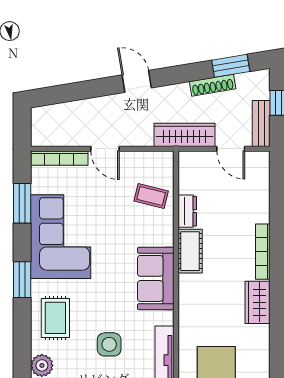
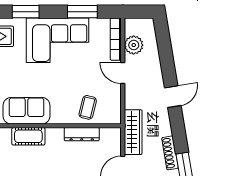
plant: (67, 134) -> (134, 45), added
door: (105, 149) -> (123, 73), hinge flipped
dresser: (187, 211) -> (82, 134), width x1.44
cot: (190, 251) -> (28, 136), moved

